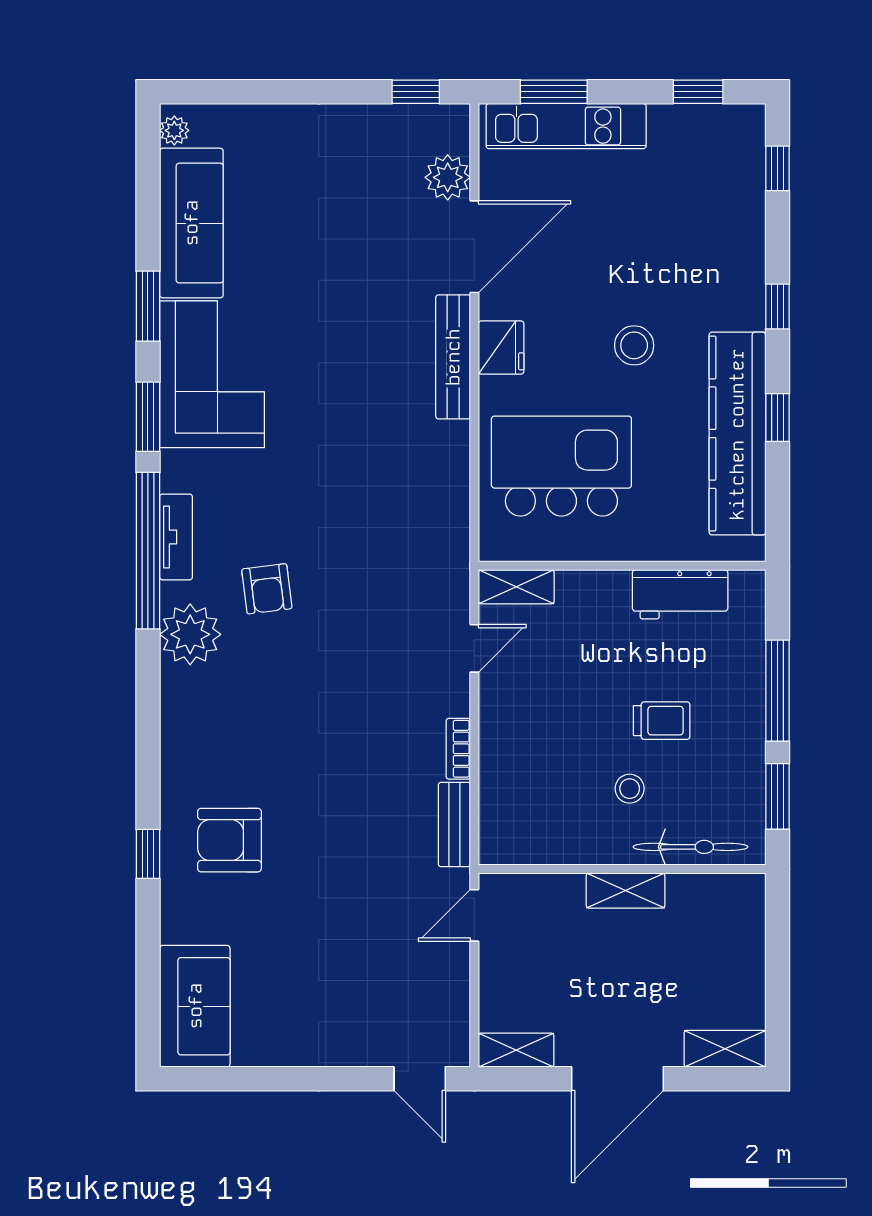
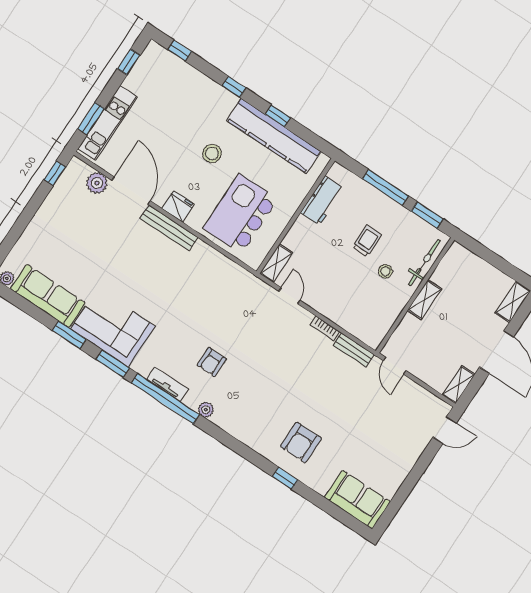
armchair: (267, 589) -> (212, 362), turned 97
plant: (190, 634) -> (206, 410), width x0.53, depth x0.53

